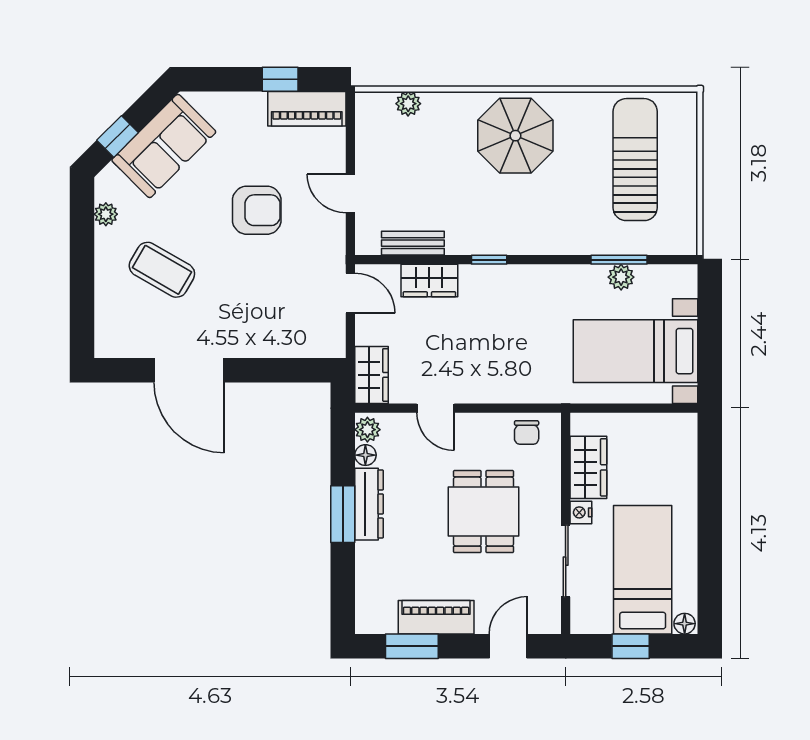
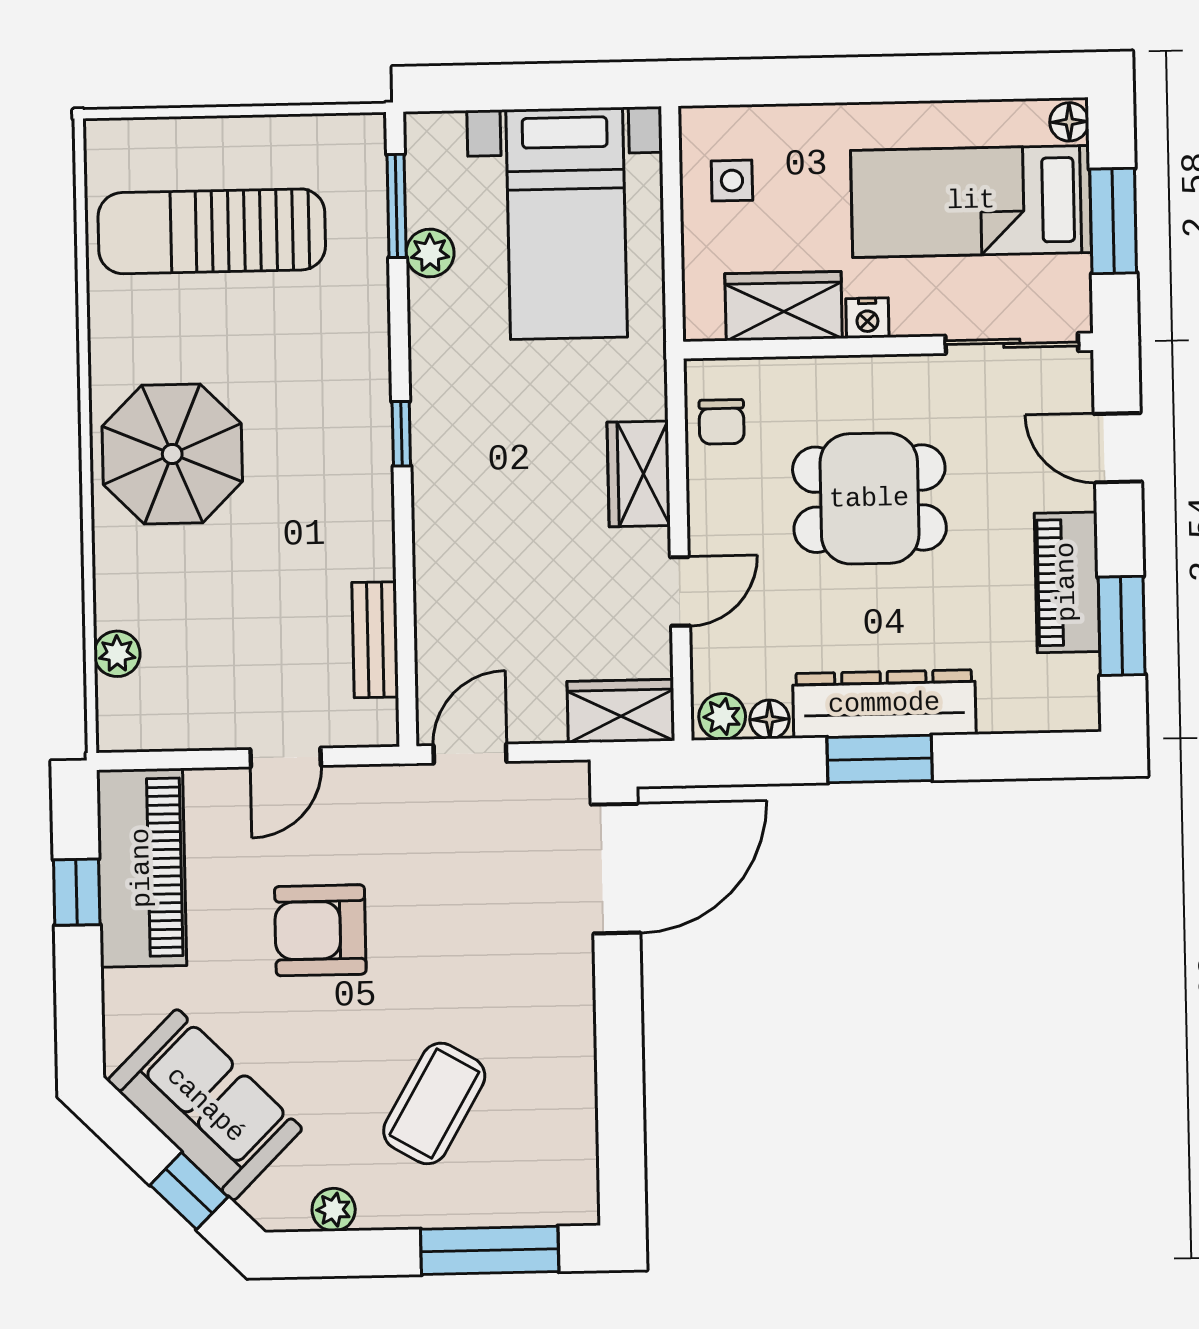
piano: (307, 109) -> (142, 868), width x1.37, depth x1.33
armchair: (257, 210) -> (320, 930), turned -90
window: (489, 260) -> (401, 434), moved
window: (619, 260) -> (397, 206), moved
wardrobe: (429, 281) -> (639, 474), moved, turned 180
window: (82, 298) -> (490, 1250), added
door: (189, 370) -> (616, 869), moved
chair: (527, 433) -> (722, 422), turned 90
side table: (657, 441) -> (732, 181), added
dresser: (369, 504) -> (884, 704), width x1.37, depth x1.24
sliding door: (566, 561) -> (1012, 343), moved
window: (631, 646) -> (1113, 221), width x1.50

